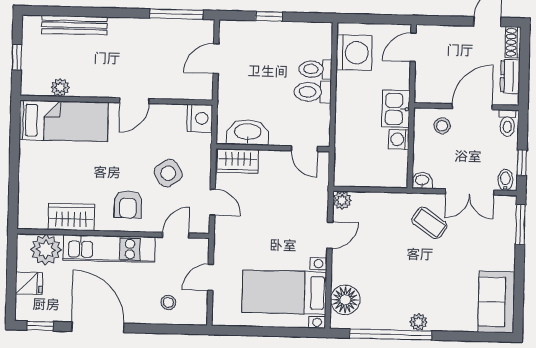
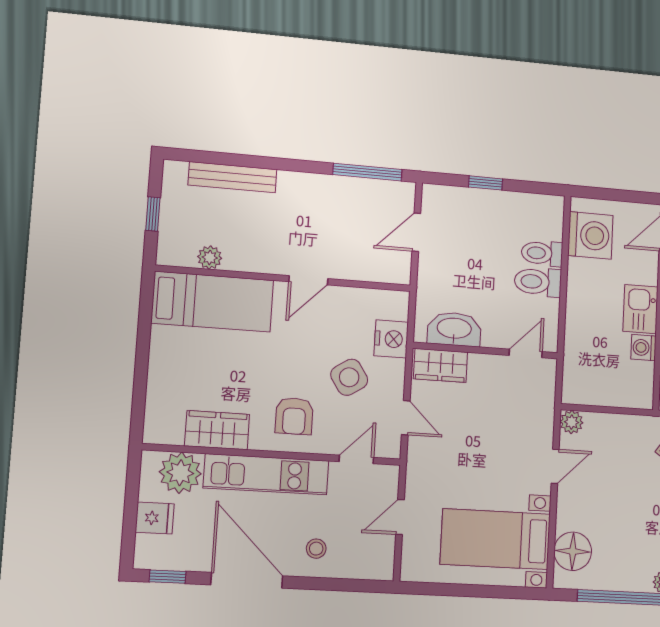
nightstand: (200, 118) -> (391, 339), moved
door: (304, 149) -> (526, 353), swing flipped
stool: (168, 302) -> (316, 549), moved

